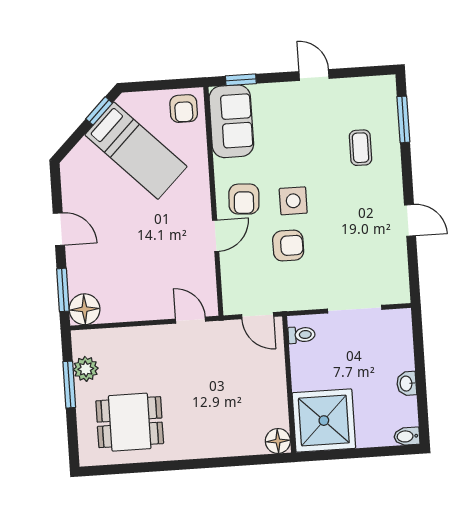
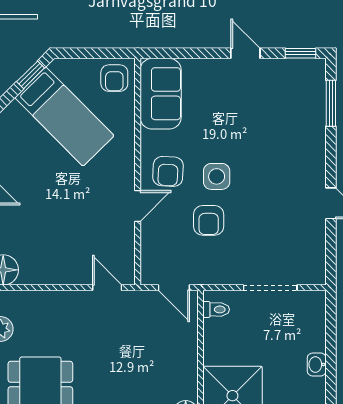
window: (241, 80) -> (300, 53), moved
coffee table: (360, 148) -> (287, 128), removed
armchair: (288, 246) -> (209, 220), turned 90

